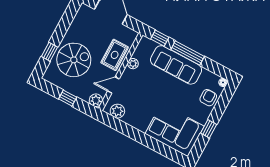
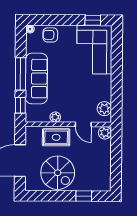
spiral stairs: (74, 60) -> (58, 173), moved, turned 180
window: (68, 98) -> (116, 159), removed
window: (209, 129) -> (93, 20), moved

